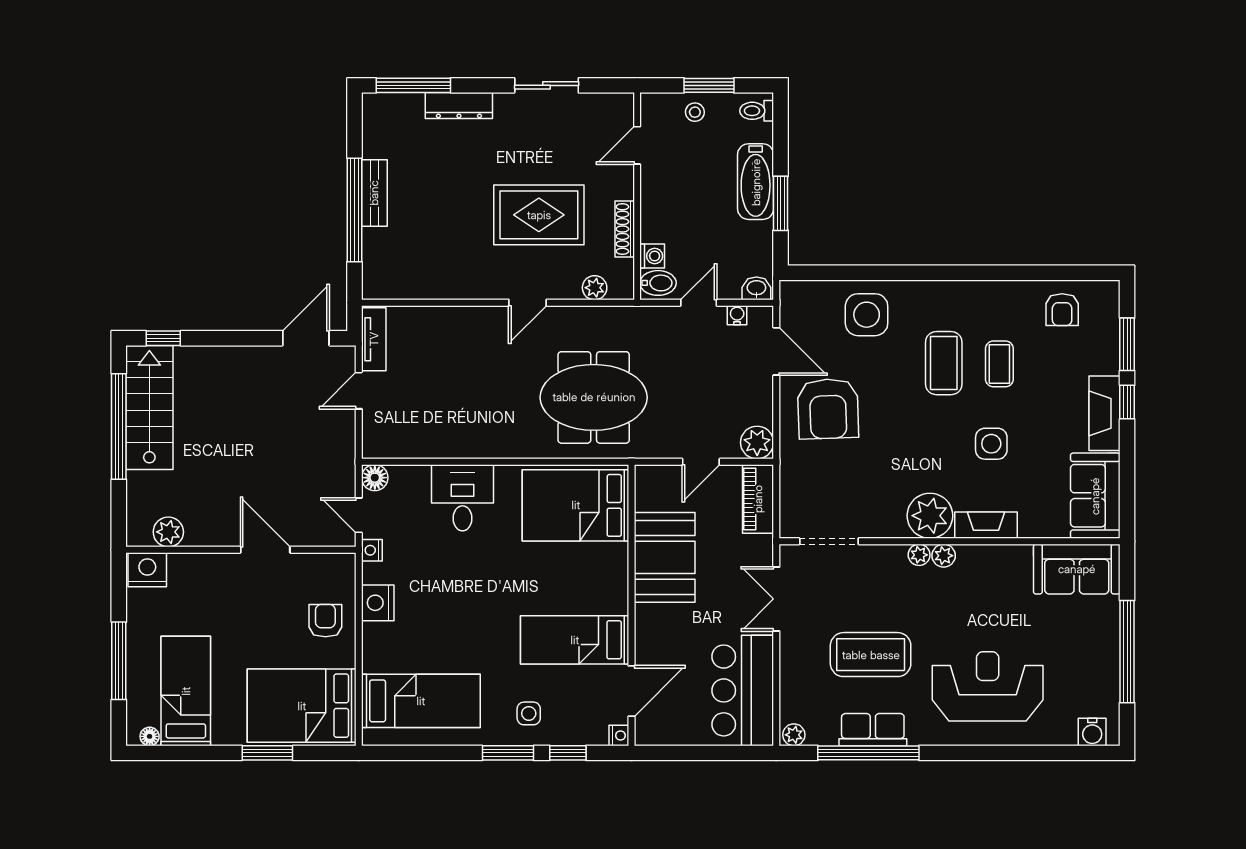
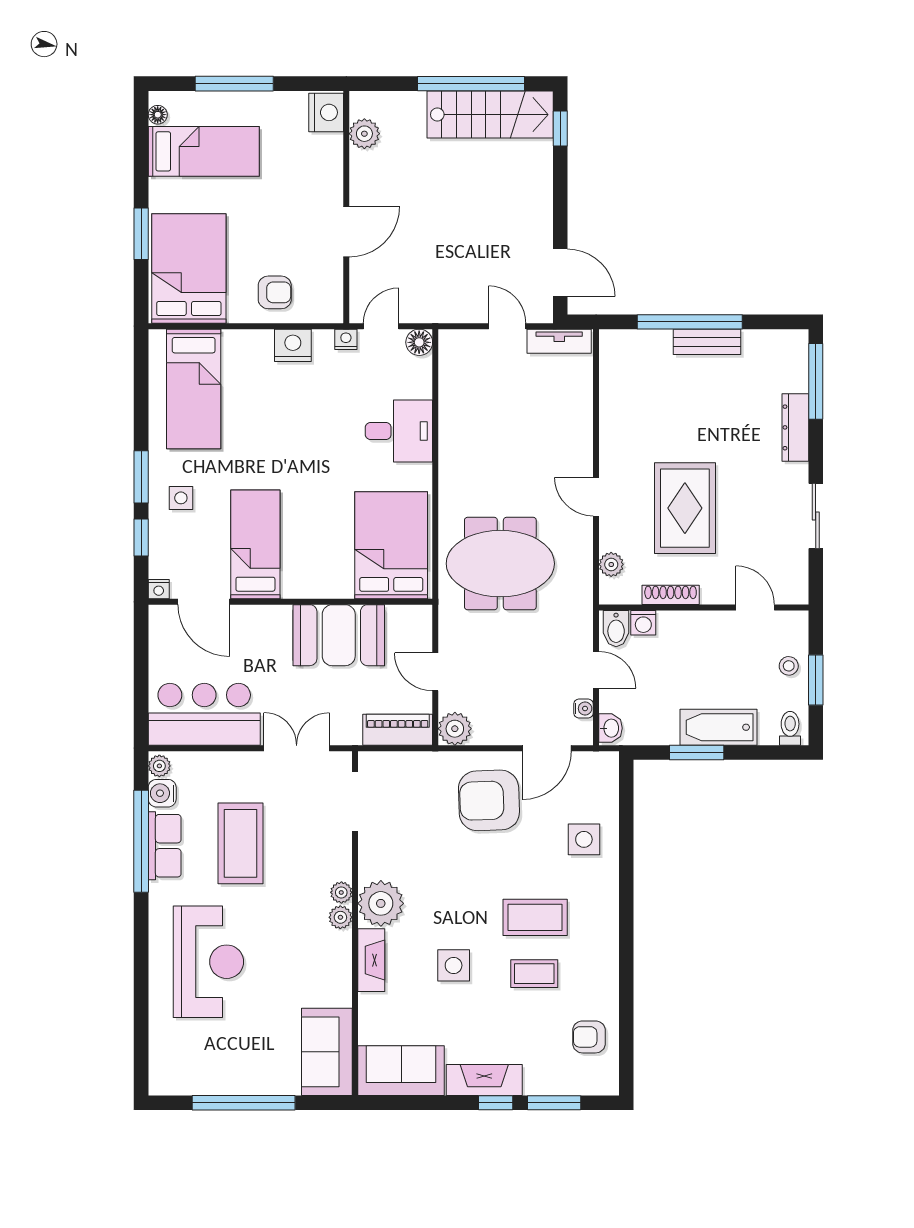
side table: (867, 315) -> (584, 839), width x0.73, depth x0.73
meeting table: (594, 397) -> (500, 564), turned 90
water cooler: (1092, 732) -> (162, 793), moved

